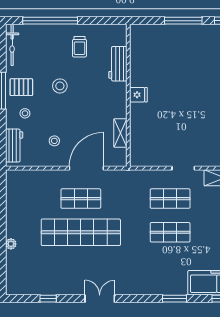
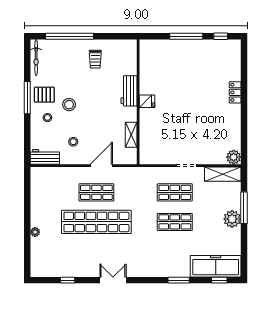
workbench: (118, 64) -> (129, 91), moved
stool: (60, 86) -> (69, 105), moved
workbench: (14, 146) -> (45, 157), moved, turned -90
door: (86, 168) -> (101, 166), width x0.73

